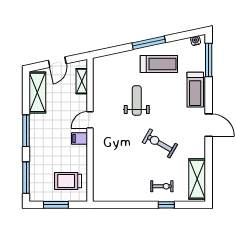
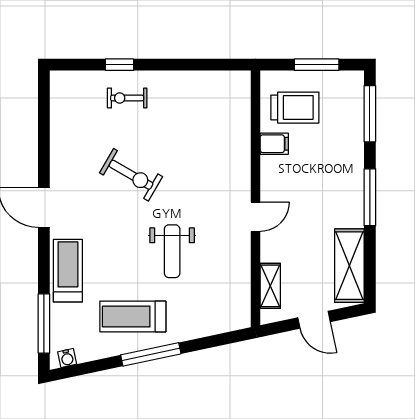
door: (57, 62) -> (314, 320), swing flipped
filing cabinet: (80, 138) -> (274, 144), moved
shelving: (197, 179) -> (64, 111), removed

